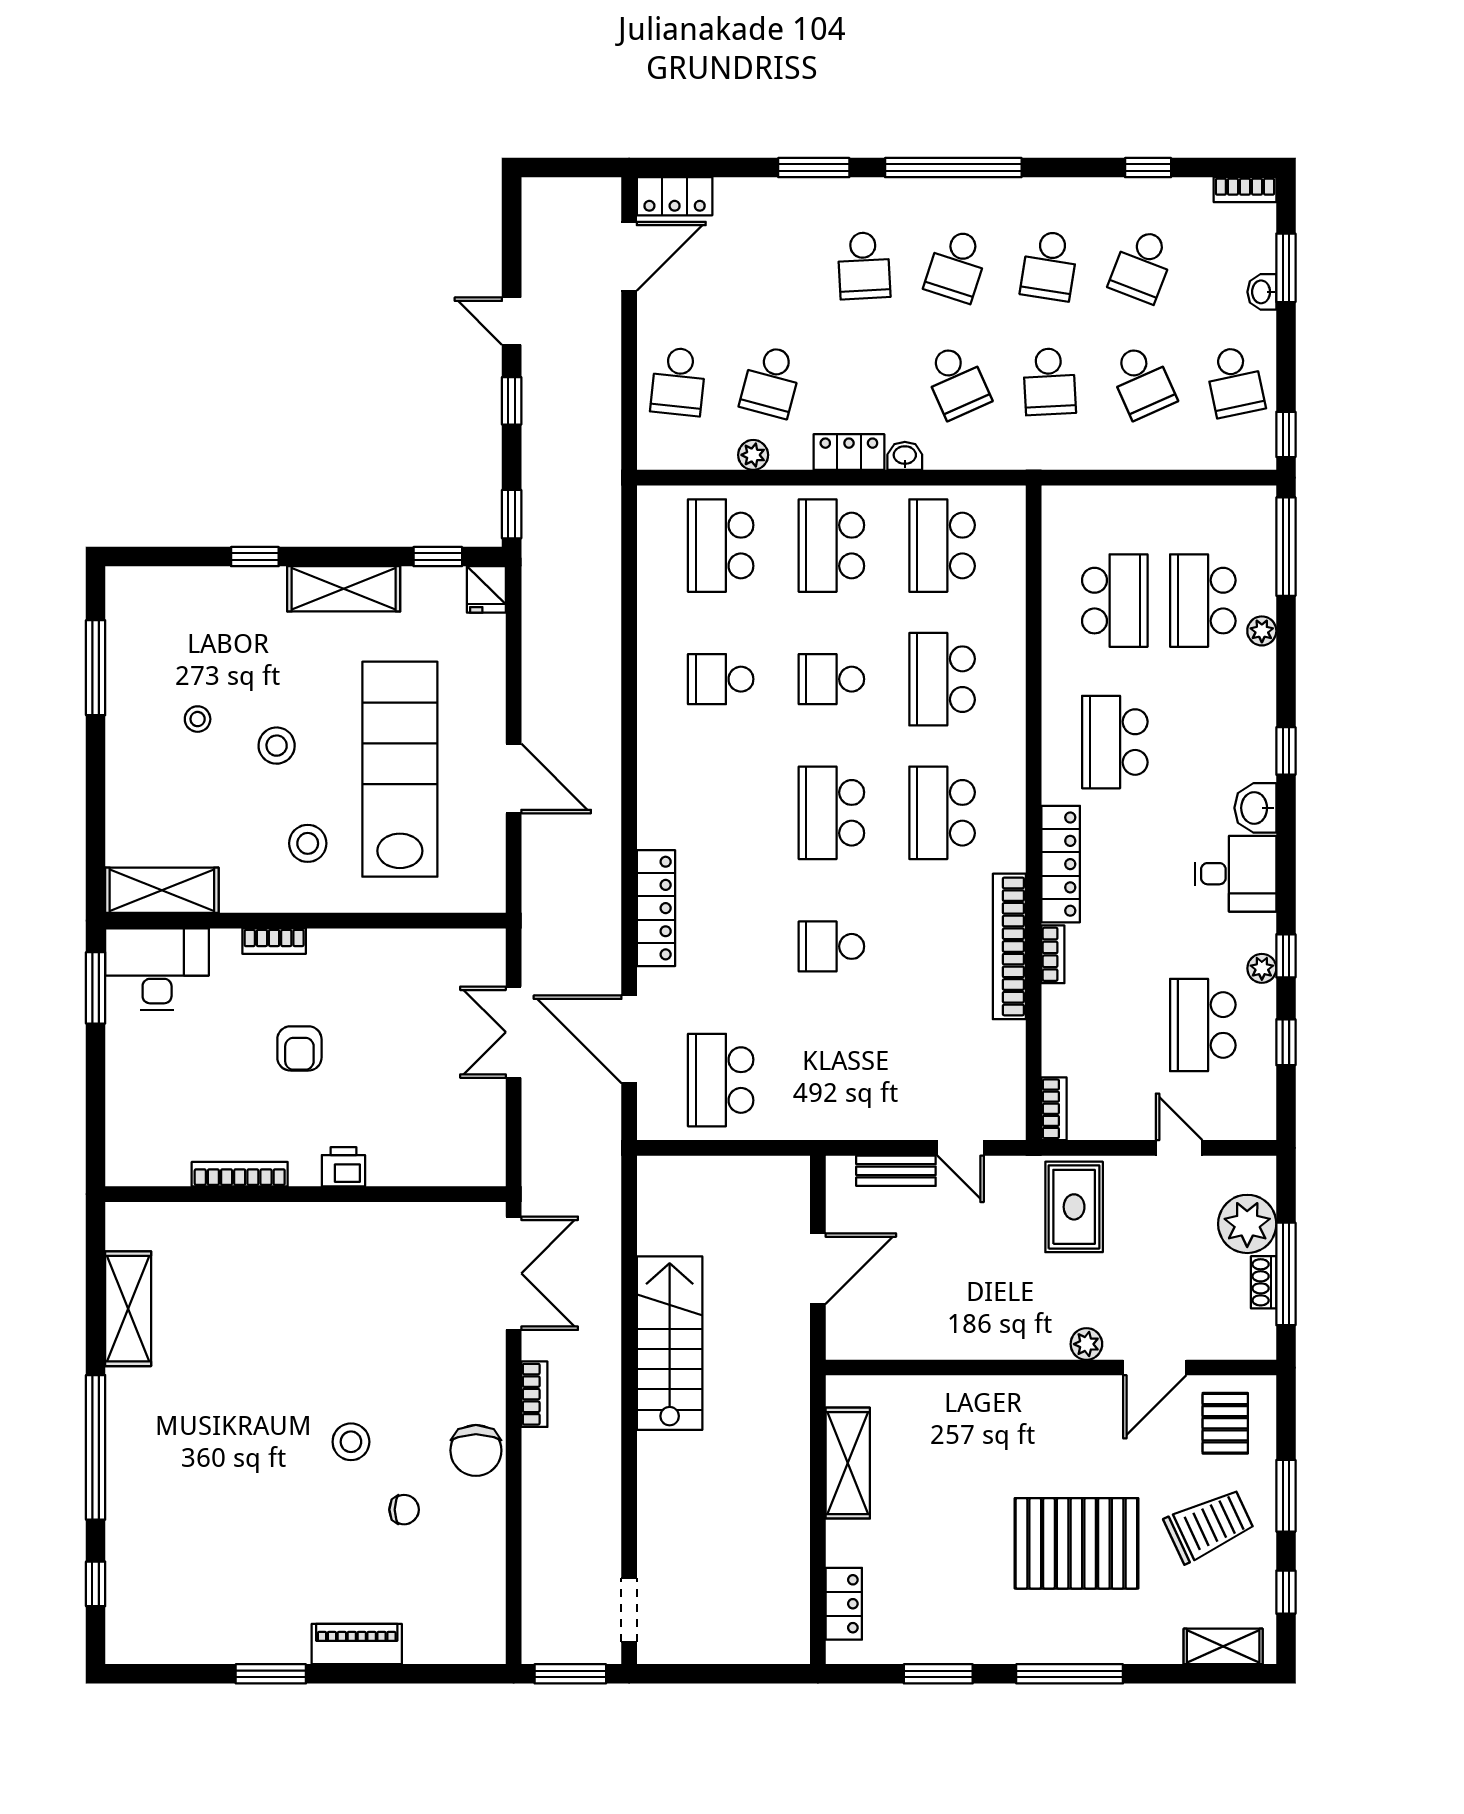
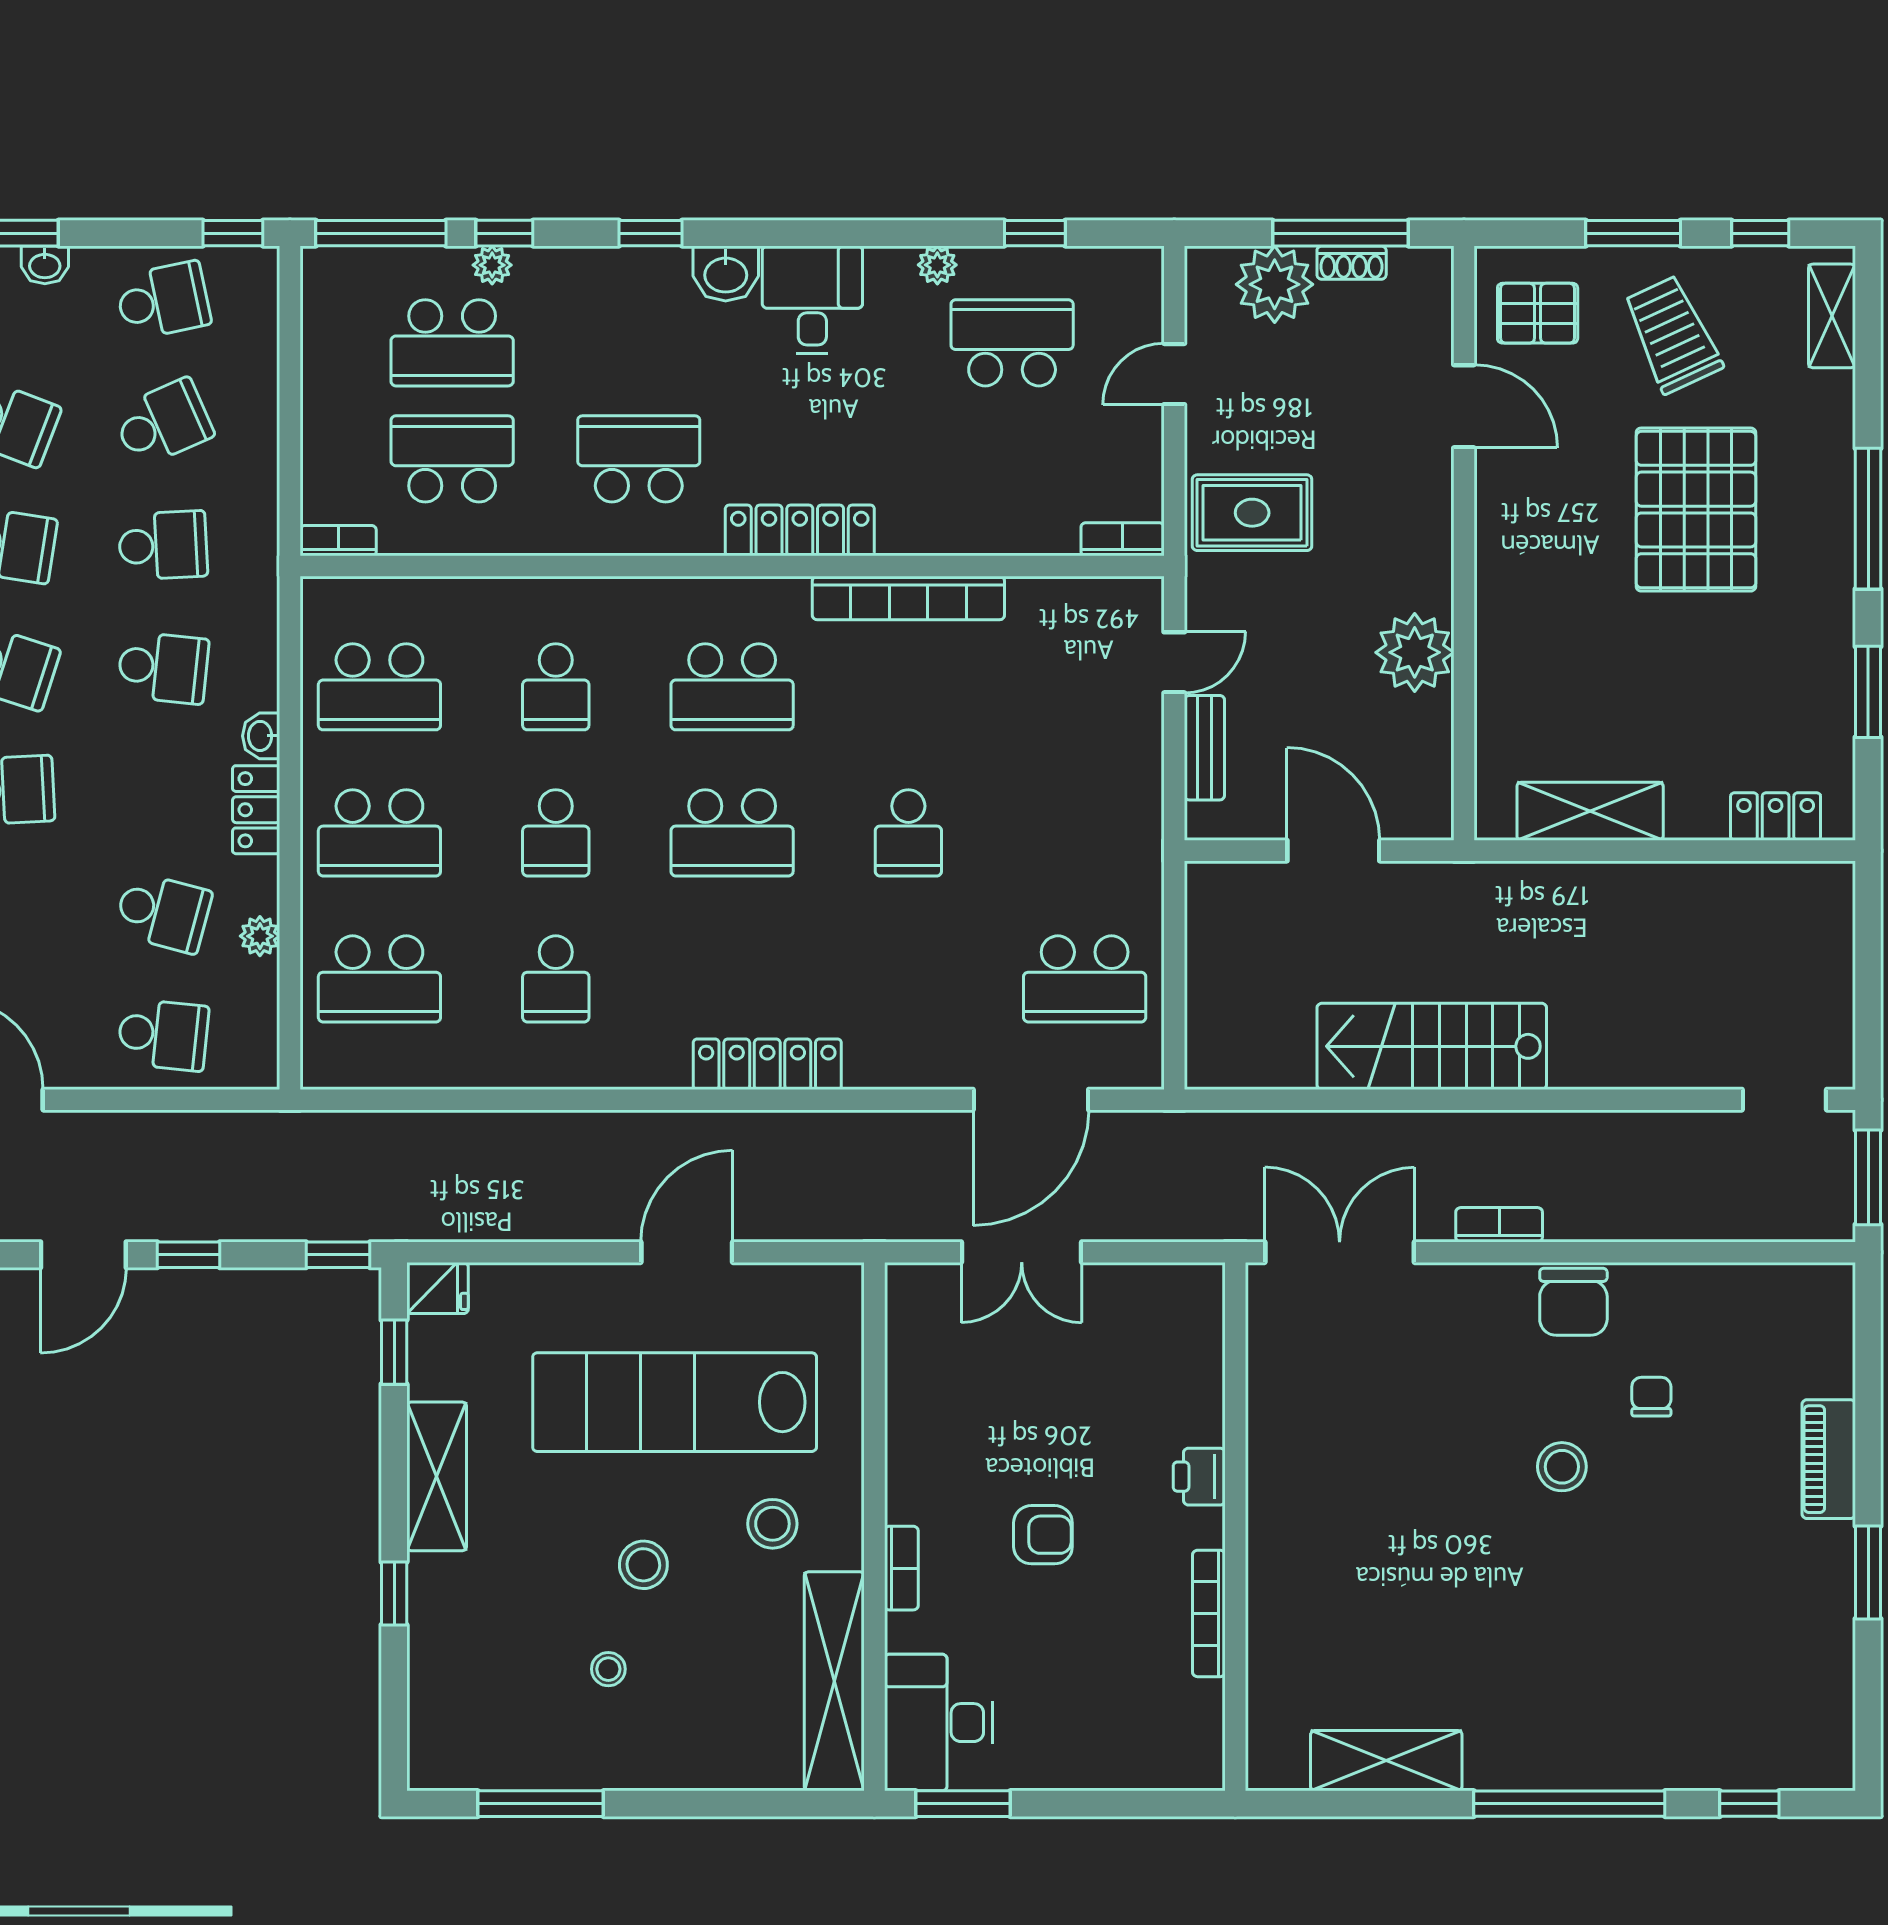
door: (512, 321) -> (83, 1255), width x1.37
school desk: (957, 381) -> (163, 668), turned 30
school desk: (942, 679) -> (556, 687), width x0.54
school desk: (1115, 742) -> (639, 459), turned 180
shelving: (162, 890) -> (834, 1681), width x1.47
locker: (656, 908) -> (767, 1064), moved
bookcase: (1053, 954) -> (338, 541), moved
window: (1286, 956) -> (504, 233), moved
school desk: (1203, 1025) -> (1012, 343), turned 180
plant: (1086, 1344) -> (1415, 652), moved, width x1.87, depth x1.87
chair: (476, 1450) -> (1573, 1302), turned 90

